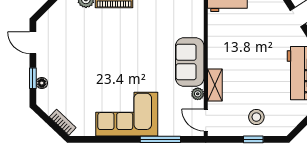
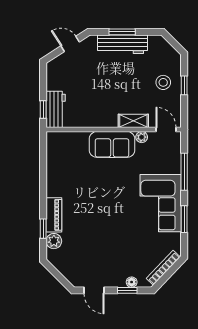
door: (33, 43) -> (94, 290), hinge flipped
door: (206, 120) -> (166, 130), swing flipped
bookcase: (63, 122) -> (163, 268), width x1.56
window: (109, 139) -> (184, 219), added

